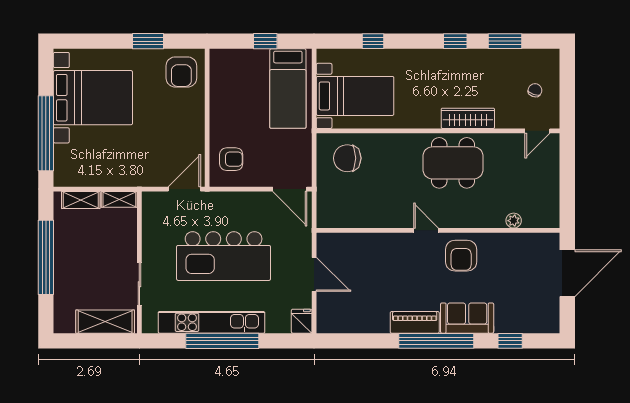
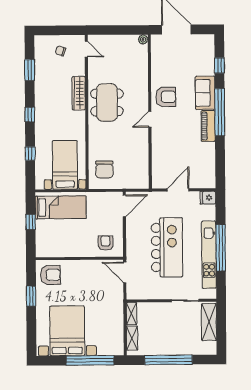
window: (455, 41) -> (30, 115), moved
plant: (514, 221) -> (143, 39), moved

